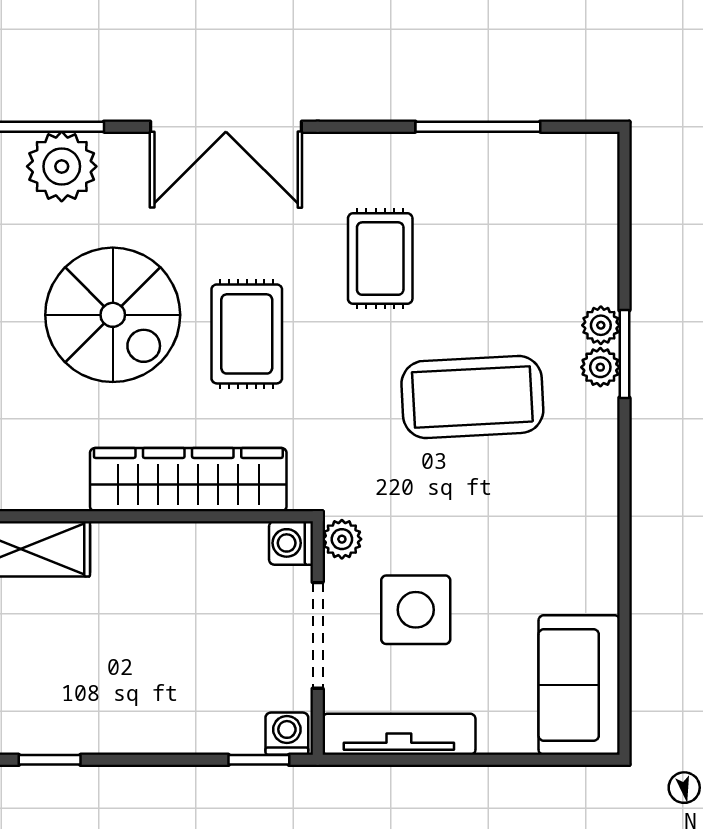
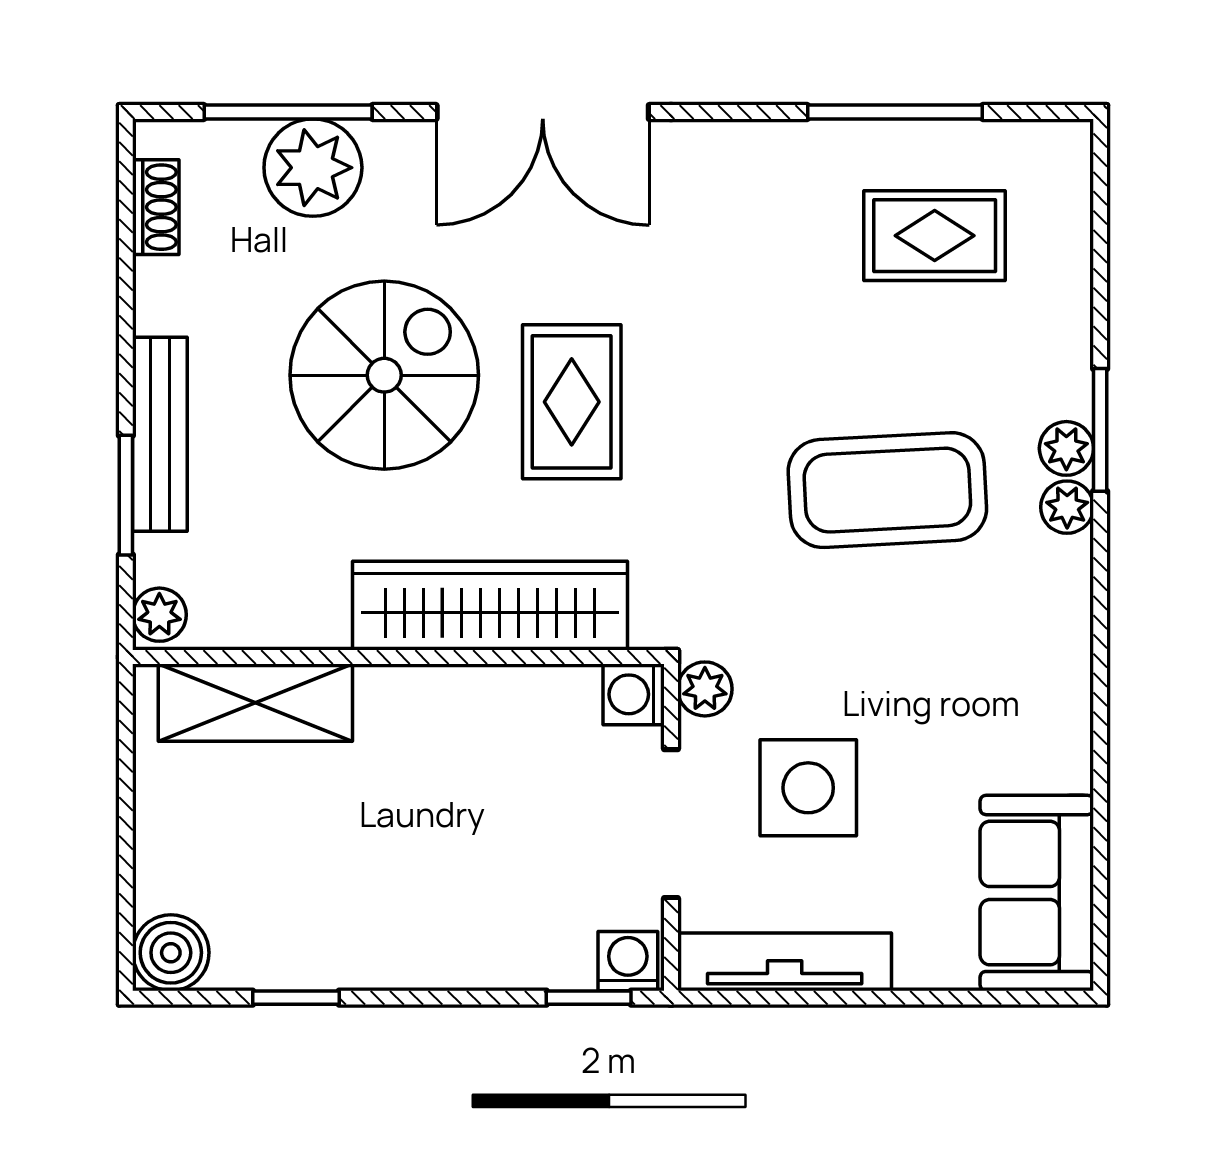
rug: (380, 259) -> (935, 236), moved, turned 90
spiral stairs: (113, 315) -> (384, 375), turned -90
plant: (601, 325) -> (1067, 507), moved

